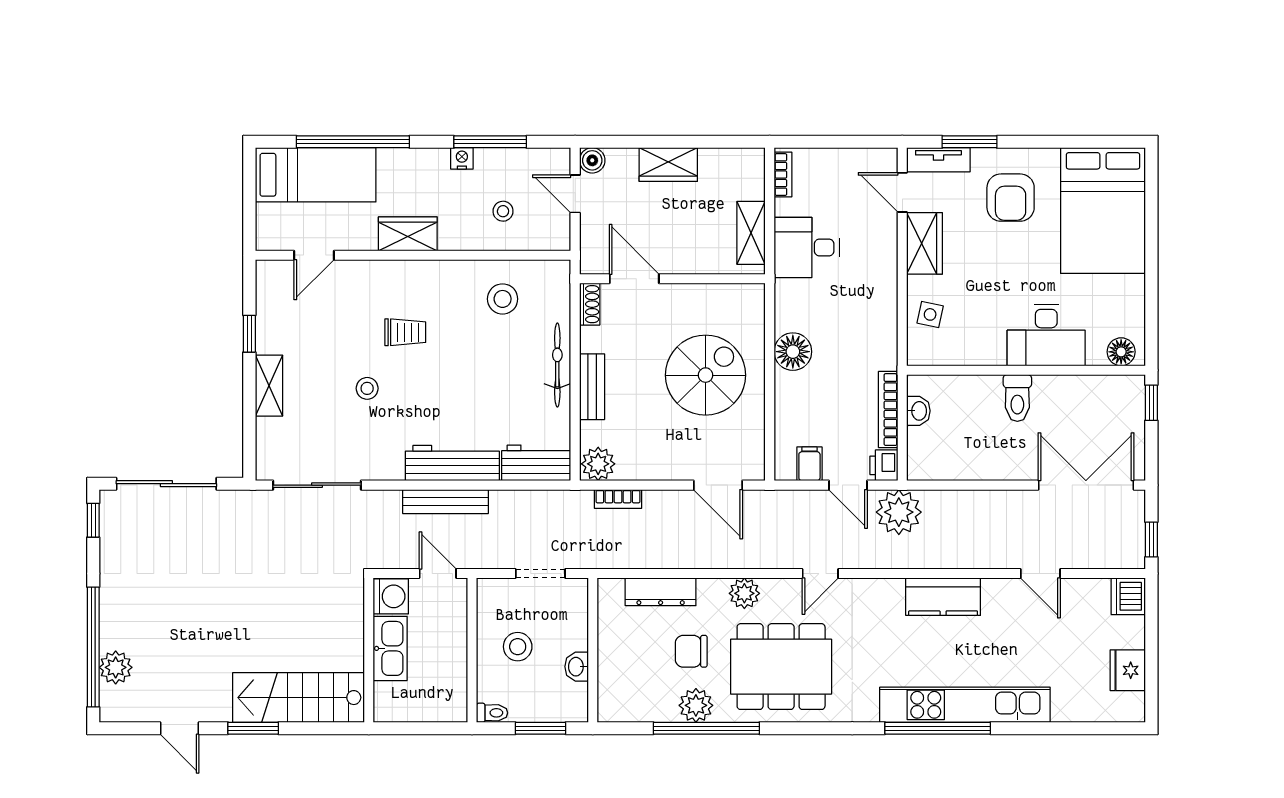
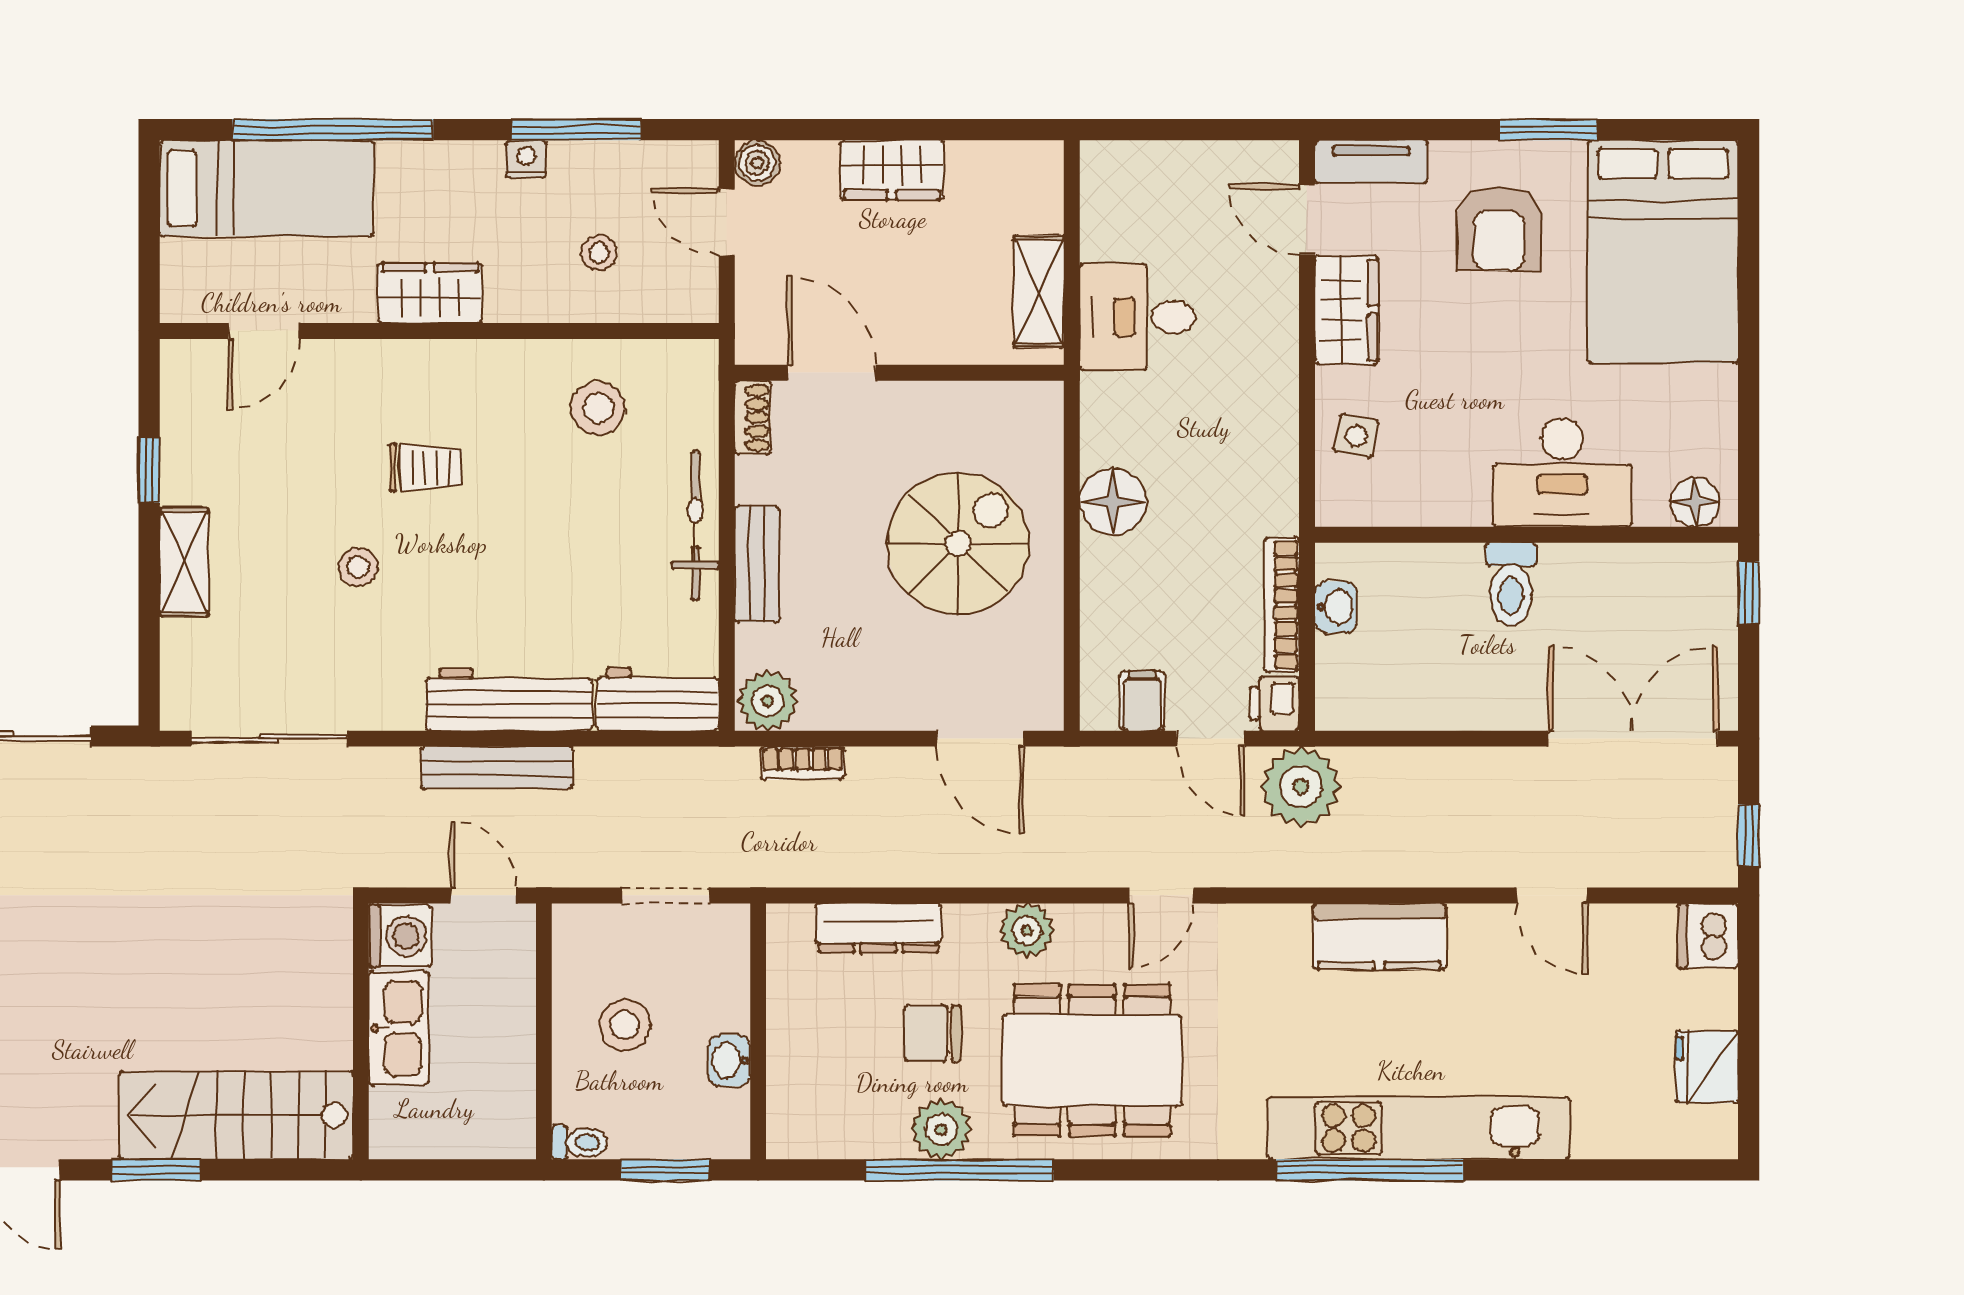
window: (970, 142) -> (1548, 130), moved
bookcase: (783, 175) -> (1095, 188), removed

